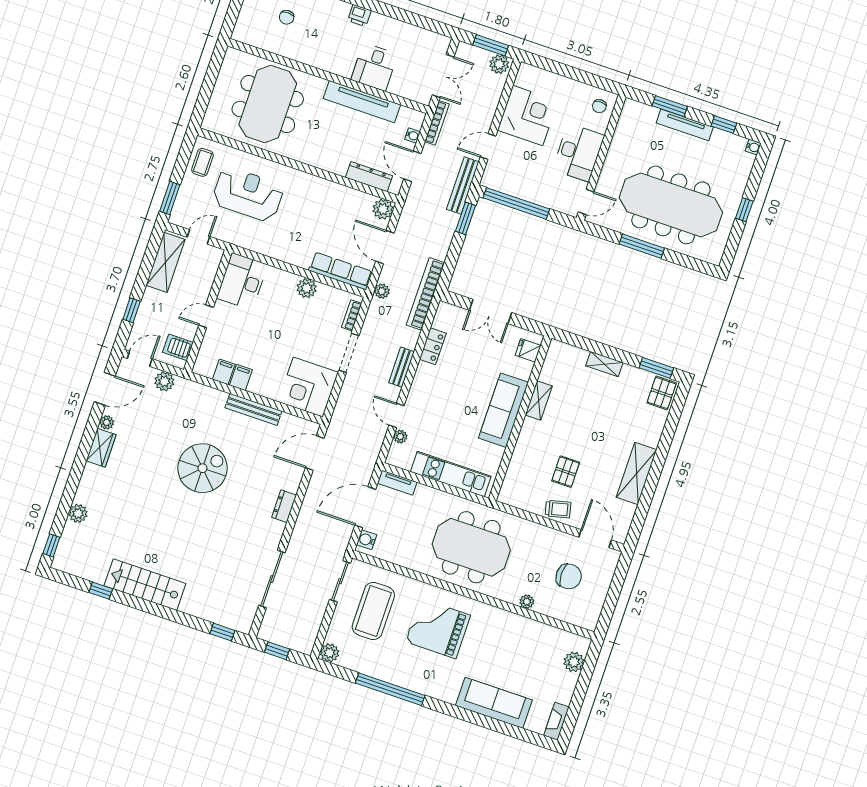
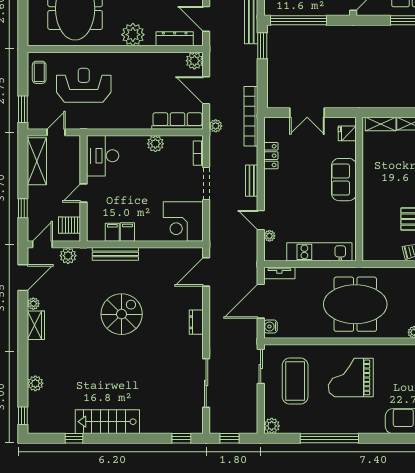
plant: (323, 156) -> (133, 35), added
shelving: (539, 400) -> (381, 124), moved, turned 90
bench: (253, 409) -> (115, 254), moved
sofa: (503, 410) -> (344, 180), width x0.73

